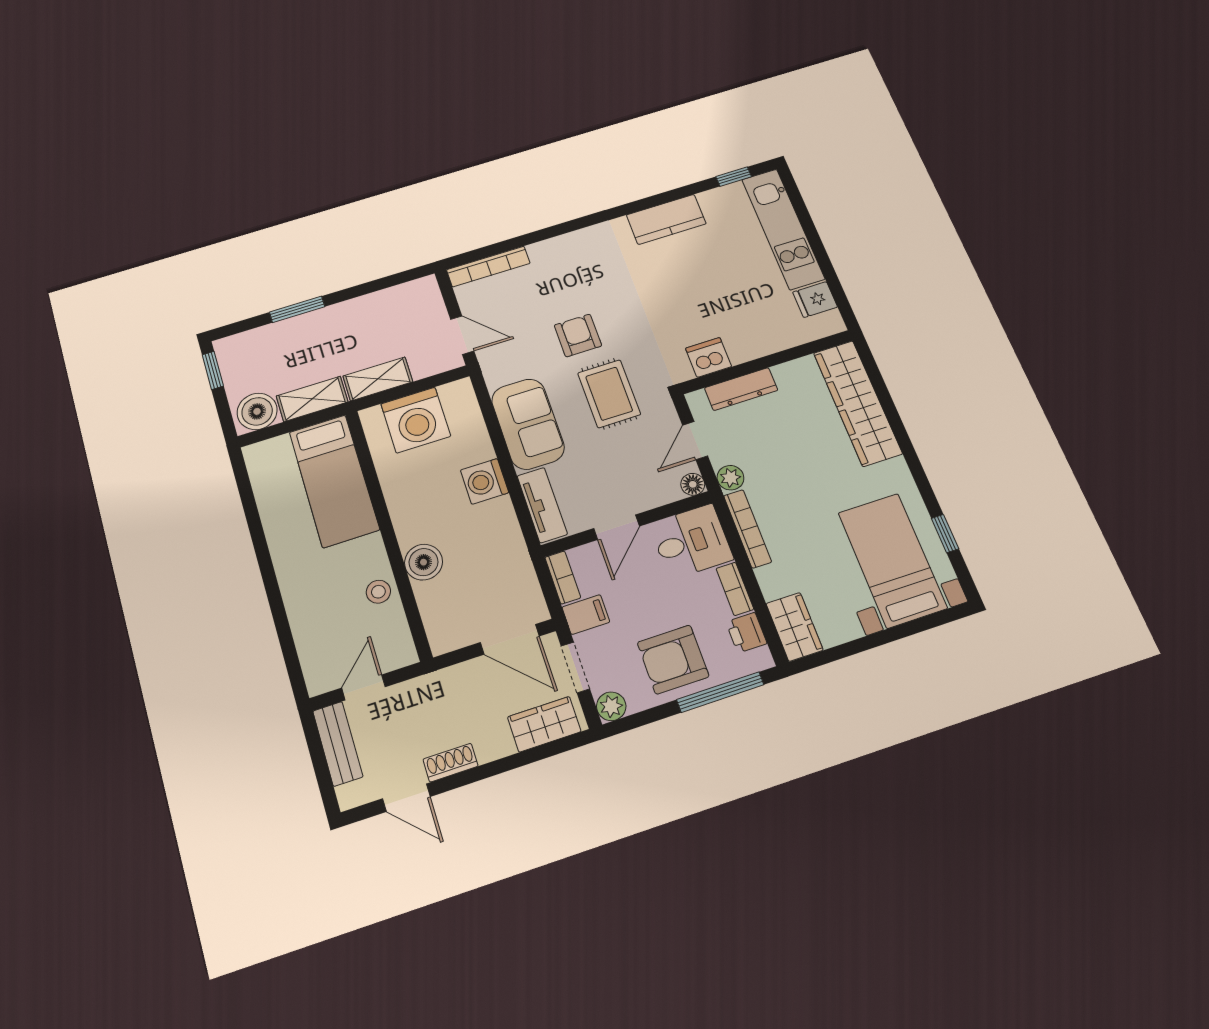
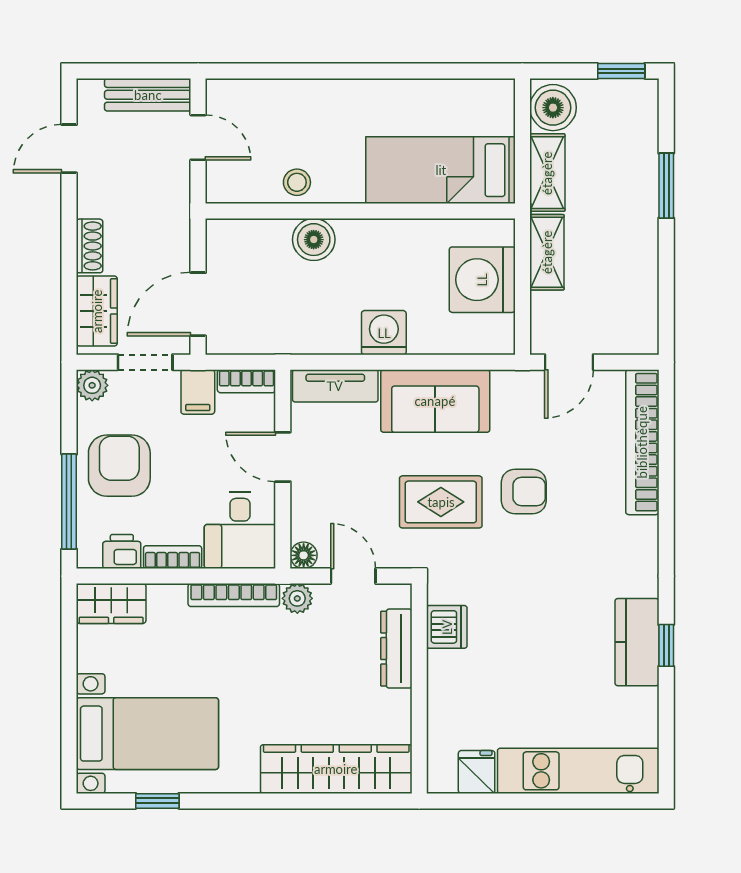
window: (734, 177) -> (666, 645), moved
bookcase: (488, 267) -> (642, 442), width x1.48, depth x1.31
shoe rack: (450, 763) -> (90, 246), moved

